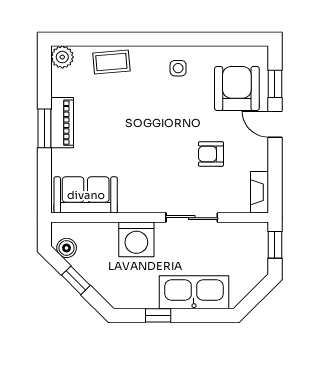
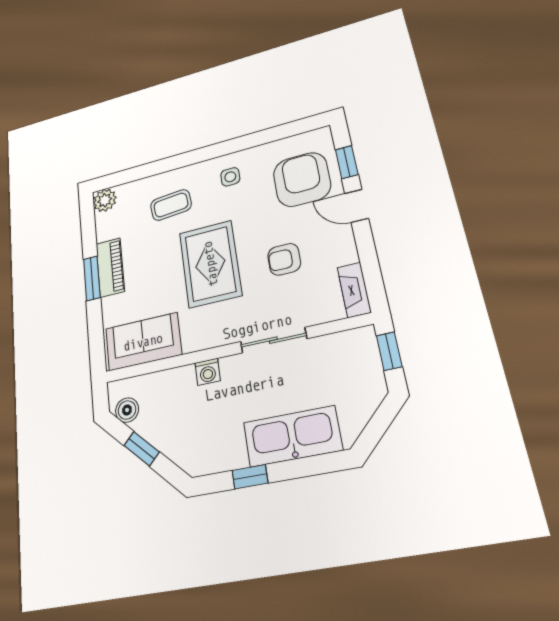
coffee table: (111, 62) -> (171, 205), moved
rug: (150, 142) -> (210, 264), added
washing machine: (136, 239) -> (208, 372), width x0.53, depth x0.53

